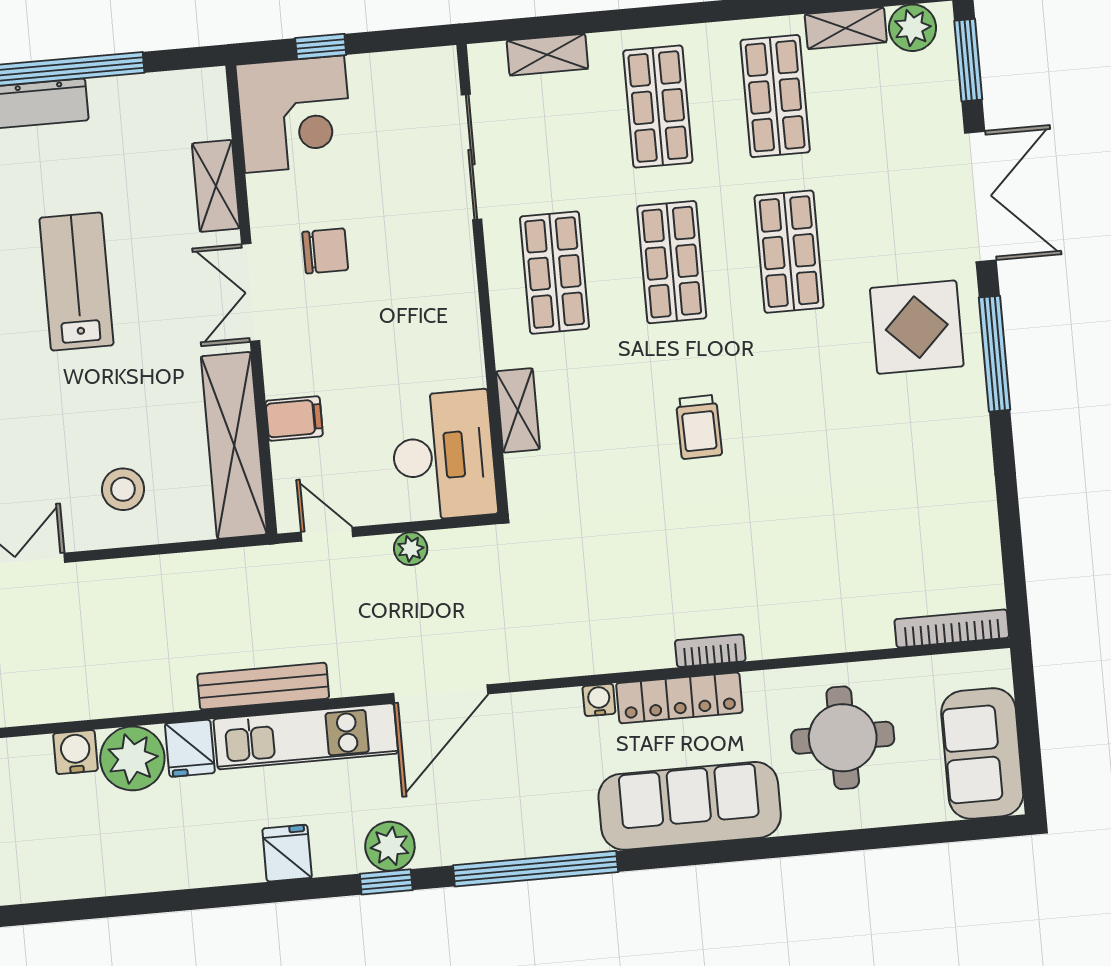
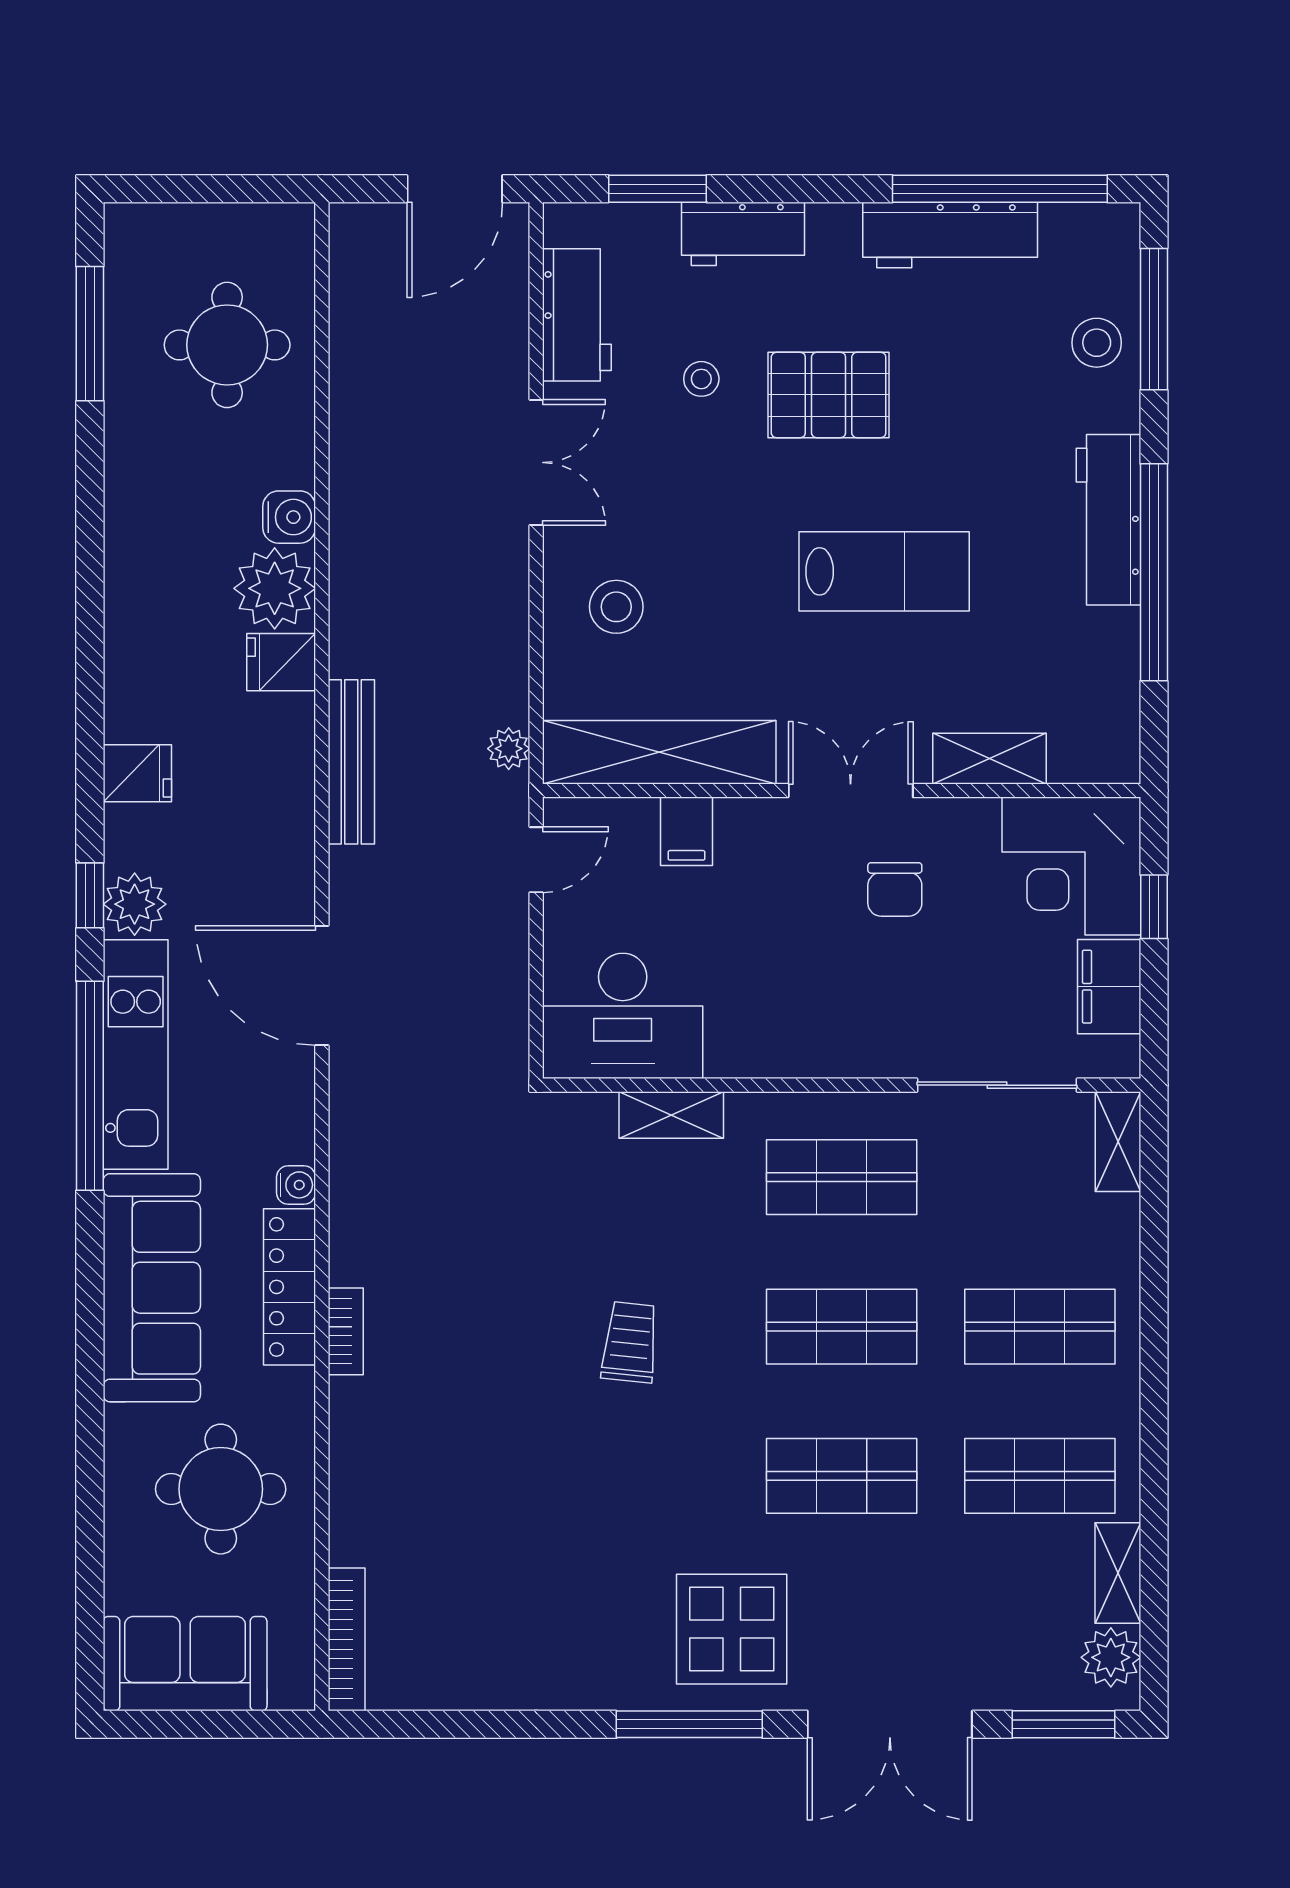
shelving: (547, 55) -> (1118, 1142), moved
filing cabinet: (386, 76) -> (1109, 987), added
trolley: (699, 427) -> (630, 1342), turned 97
plant: (411, 549) -> (509, 749), moved
kitchen unit: (306, 736) -> (136, 1054), moved, turned 180

